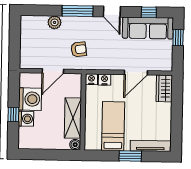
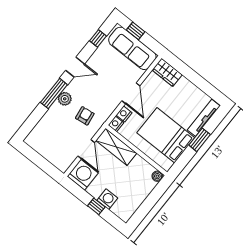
plant: (55, 22) -> (65, 99), moved
sofa: (148, 28) -> (132, 48), moved, turned 90
door: (136, 73) -> (131, 93), moved
washing machine: (30, 99) -> (83, 175), moved
shelving: (73, 118) -> (116, 147), moved
bed: (113, 126) -> (166, 135), width x1.50

